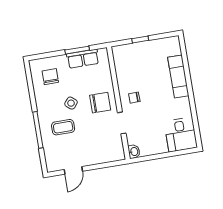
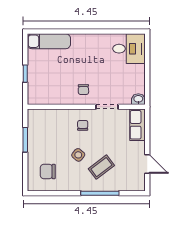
row of seats: (83, 59) -> (137, 125), moved, turned 180
exam couch: (178, 76) -> (49, 41), moved
chair: (100, 103) -> (83, 125), width x0.54, depth x0.54
coffee table: (63, 127) -> (101, 167), turned 53

